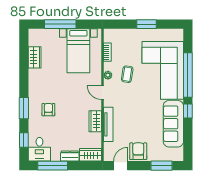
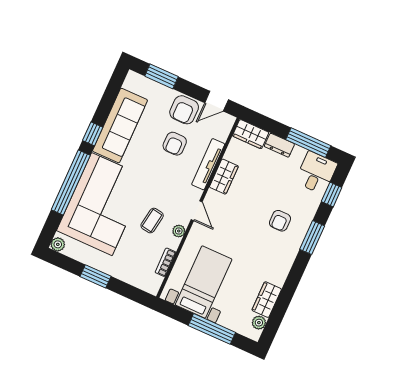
plant: (179, 33) -> (58, 244), added
plant: (33, 41) -> (259, 323), added
armchair: (135, 128) -> (175, 144), added

